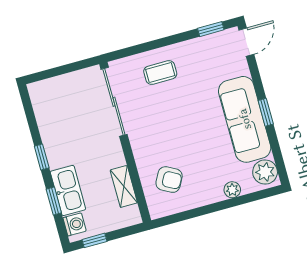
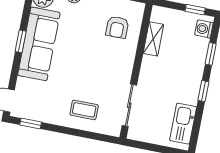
sliding door: (114, 102) -> (129, 105), width x0.73
armchair: (169, 180) -> (117, 27), turned -118
kitchen sink: (68, 190) -> (183, 124), moved

